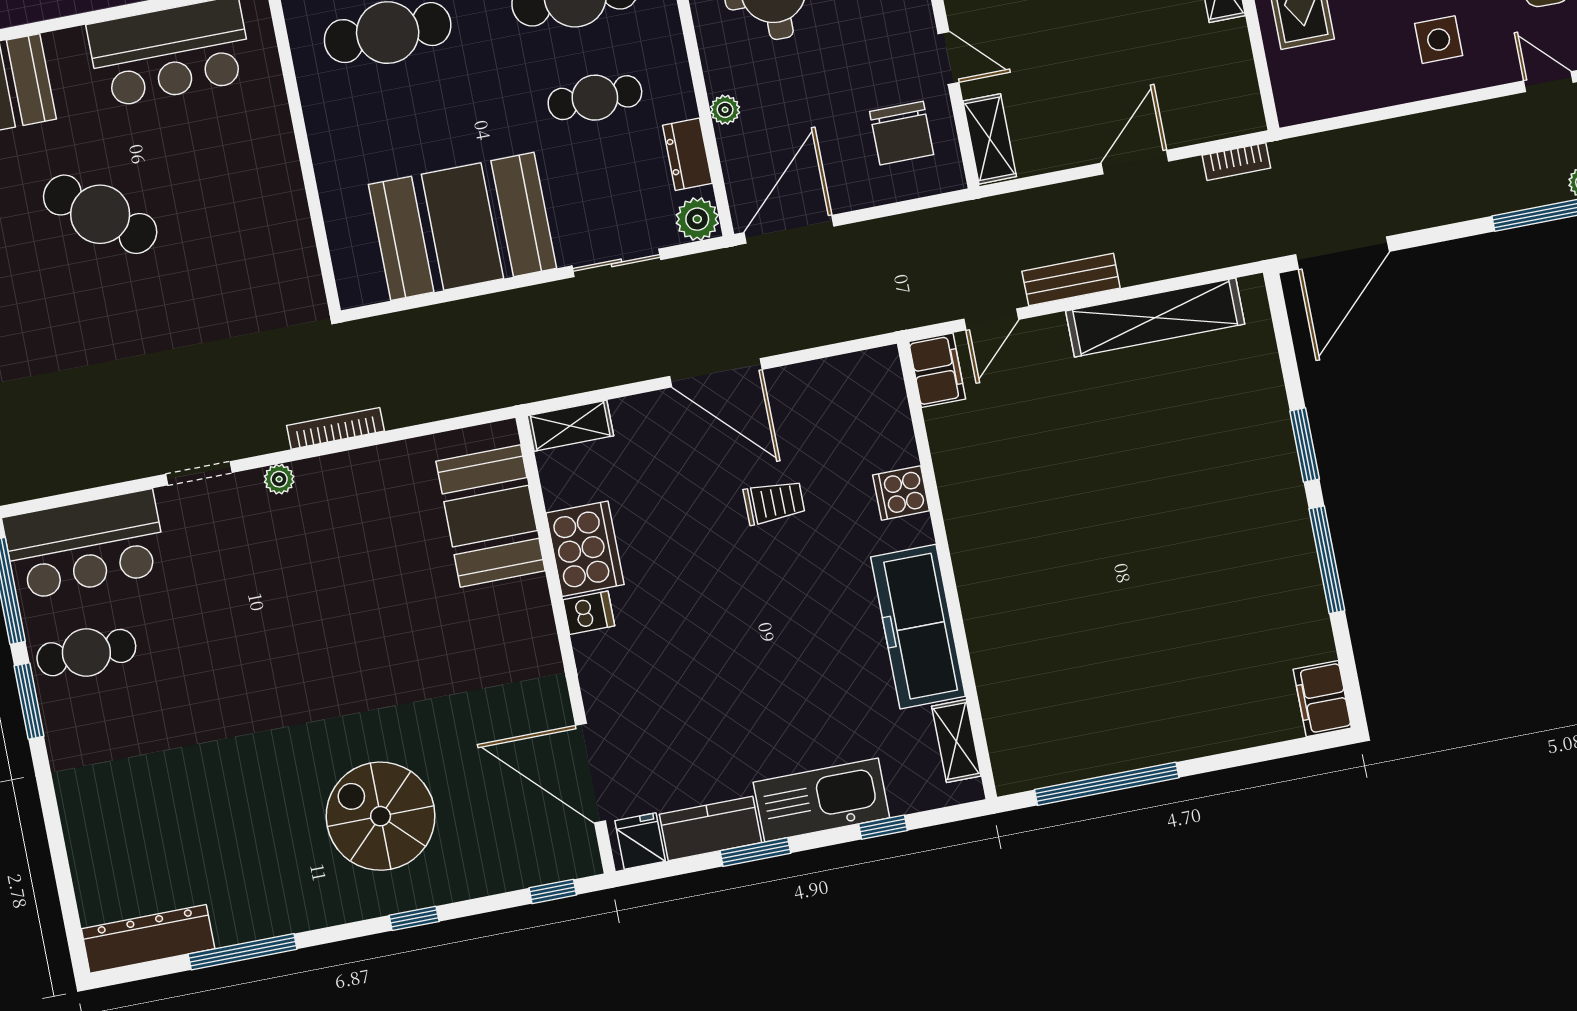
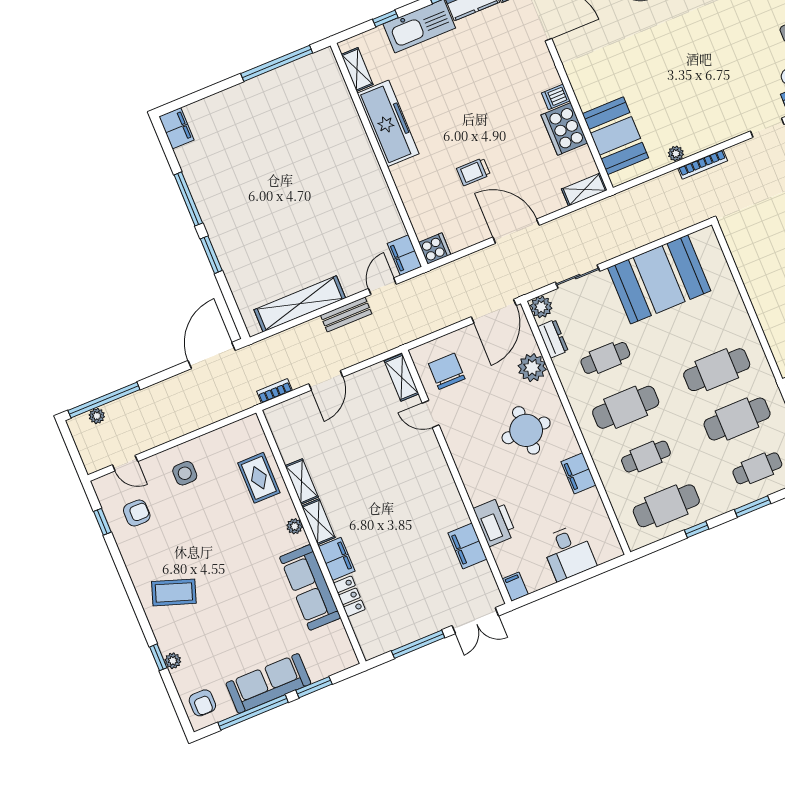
plant: (725, 110) -> (532, 368), width x1.87, depth x1.87
plant: (279, 479) -> (676, 154), moved
cooker: (901, 493) -> (435, 249), moved

